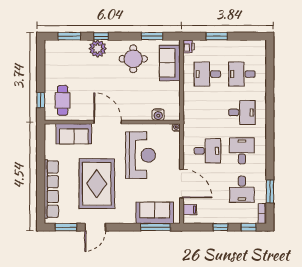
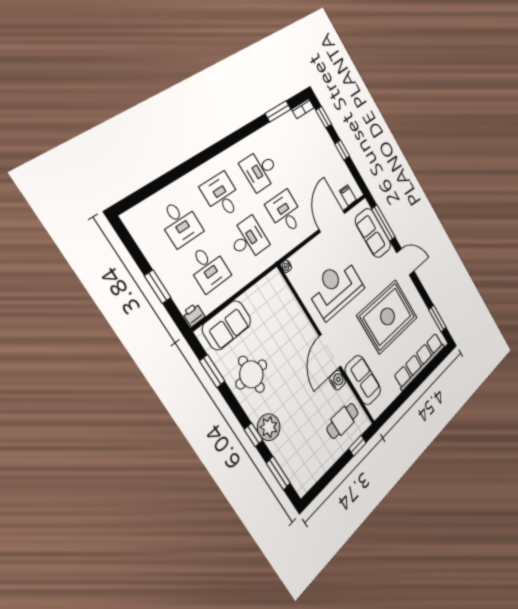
water cooler: (158, 115) -> (338, 380), moved
desk: (242, 189) -> (248, 239), moved
door: (95, 227) -> (405, 262), moved

